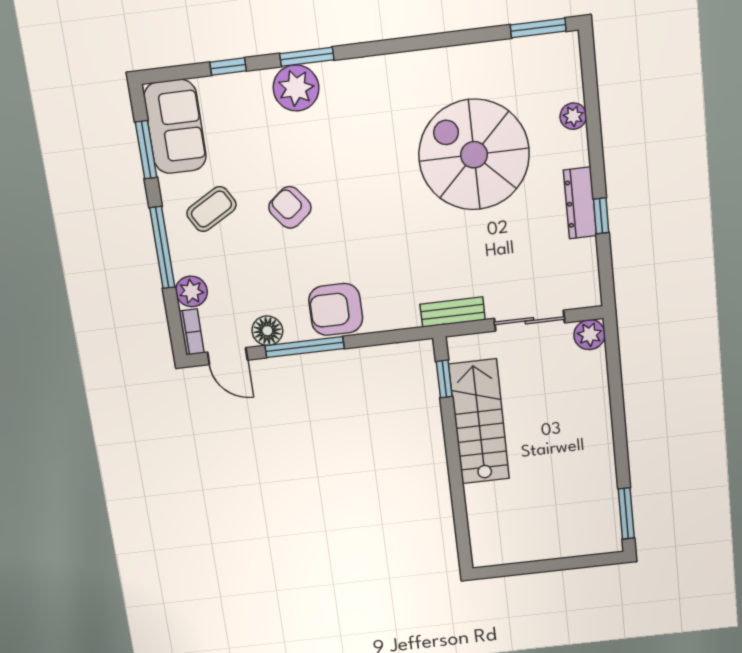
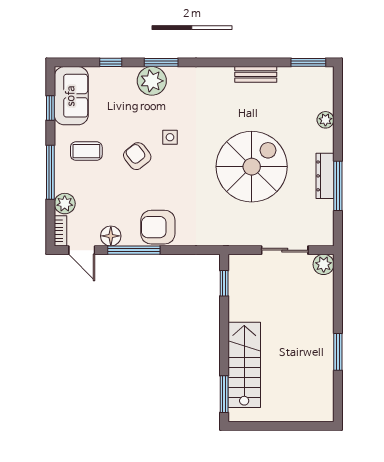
window: (146, 150) -> (50, 108), width x0.67
spiral stairs: (474, 155) -> (252, 167), moved, turned 90
side table: (336, 172) -> (170, 137), added
coffee table: (211, 209) -> (86, 151), turned 30
window: (601, 216) -> (338, 186), width x2.17
bench: (453, 312) -> (256, 74), moved
stairs: (479, 422) -> (244, 365), moved
window: (626, 513) -> (338, 352), moved
window: (462, 532) -> (224, 394), added

